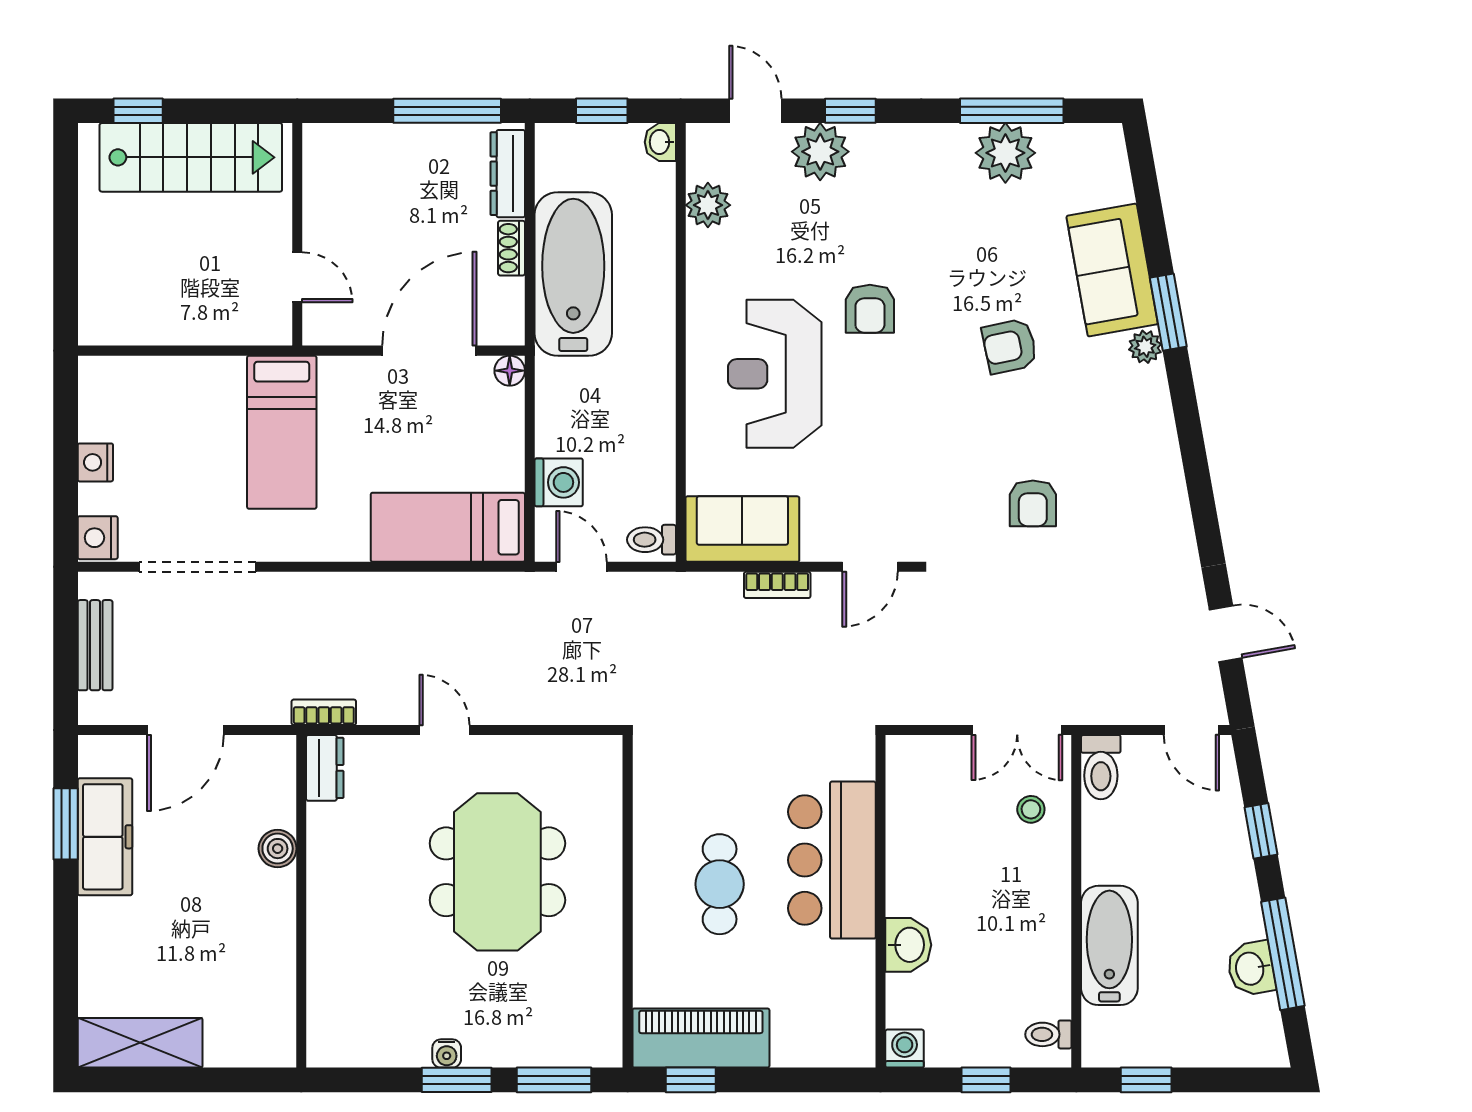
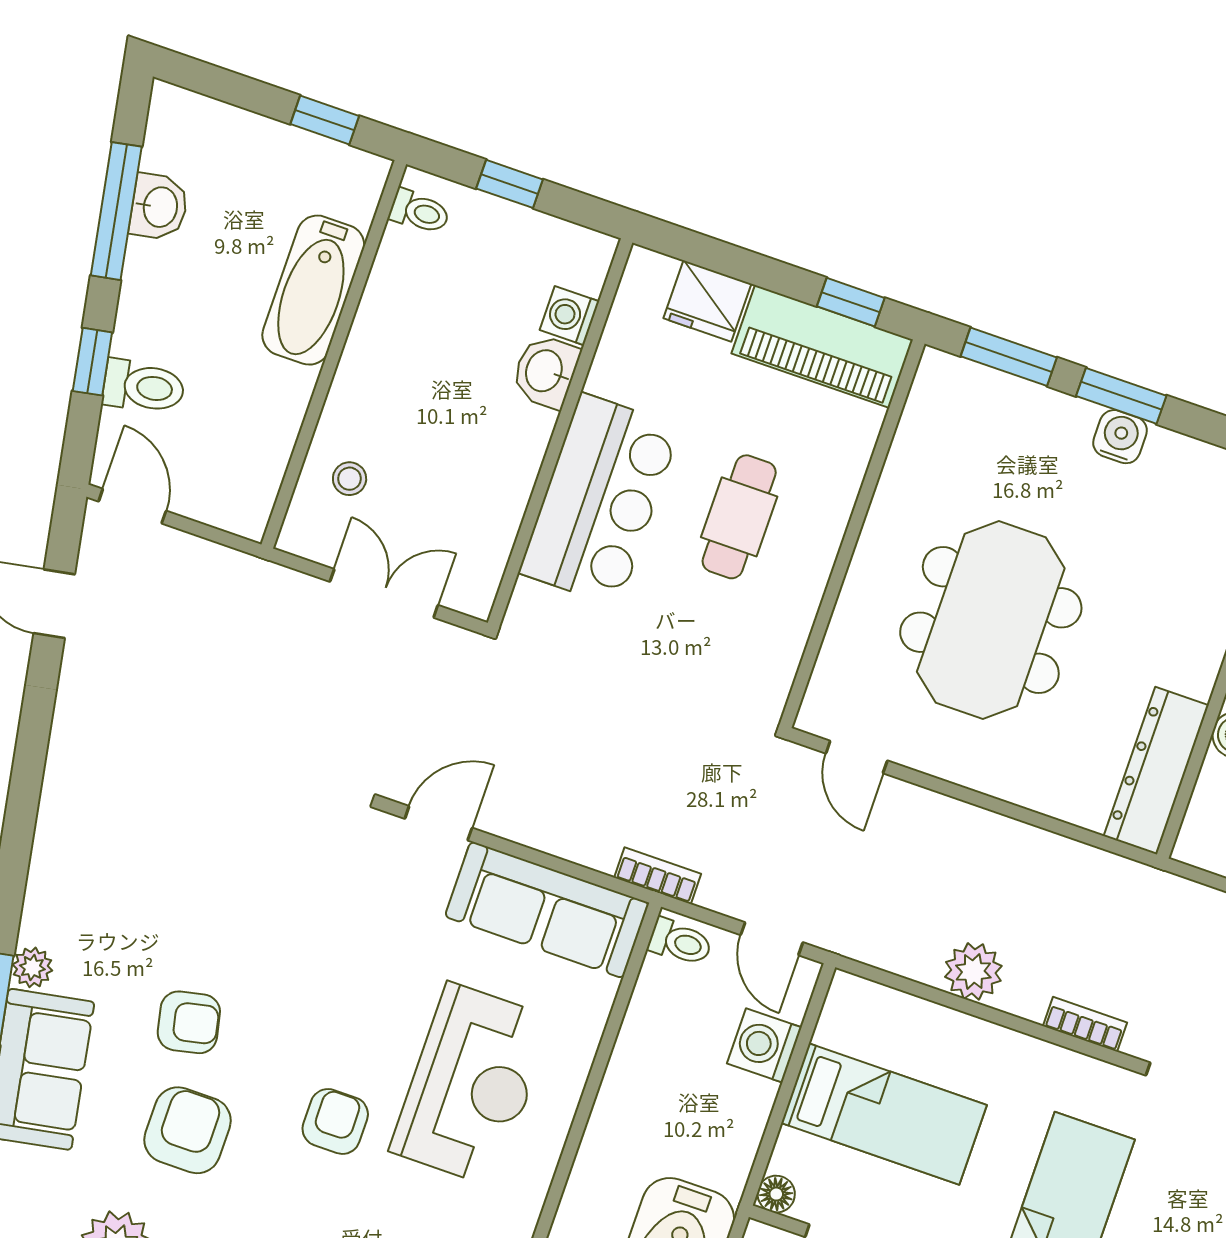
armchair: (1033, 503) -> (188, 1130), moved, width x1.38, depth x1.38
bed: (448, 527) -> (884, 1114), moved
sofa: (742, 529) -> (547, 910), width x1.36
bookcase: (777, 585) -> (658, 876), moved
plant: (417, 595) -> (973, 971), added
bookcase: (324, 712) -> (1085, 1024), moved, turned 180
door: (444, 730) -> (857, 757), moved
double door: (1017, 730) -> (384, 593), moved
toilet: (1101, 767) -> (144, 387), moved, turned 80
dresser: (325, 768) -> (1156, 771), width x1.96, depth x1.24
fridge: (802, 1042) -> (707, 301), added
washing machine: (905, 1049) -> (569, 316), moved, turned 90
water cooler: (447, 1053) -> (1120, 437), width x1.38, depth x1.38

